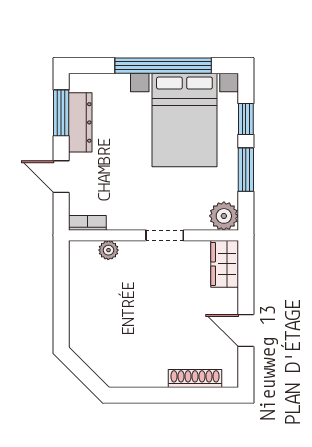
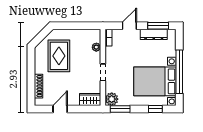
window: (246, 170) -> (120, 109), moved
rug: (128, 333) -> (59, 56), added

